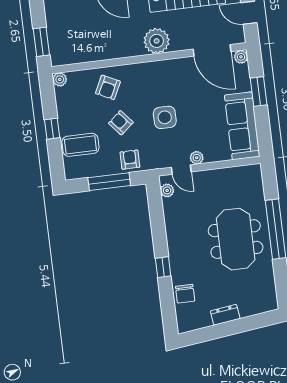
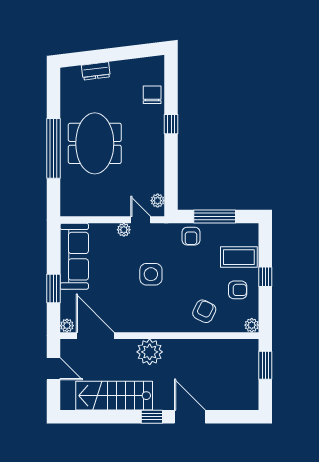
armchair: (121, 123) -> (238, 290), moved, turned -50
dresser: (225, 315) -> (96, 71), moved

